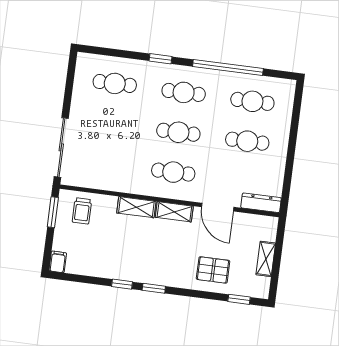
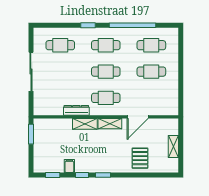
sliding door: (61, 147) -> (31, 72), moved
dresser: (261, 203) -> (76, 110), moved
door: (218, 207) -> (138, 117), hinge flipped
trolley: (82, 211) -> (50, 131), removed
filing cabinet: (58, 262) -> (69, 166), moved
pallet: (213, 270) -> (140, 158), turned 90
window: (239, 299) -> (53, 175), moved

